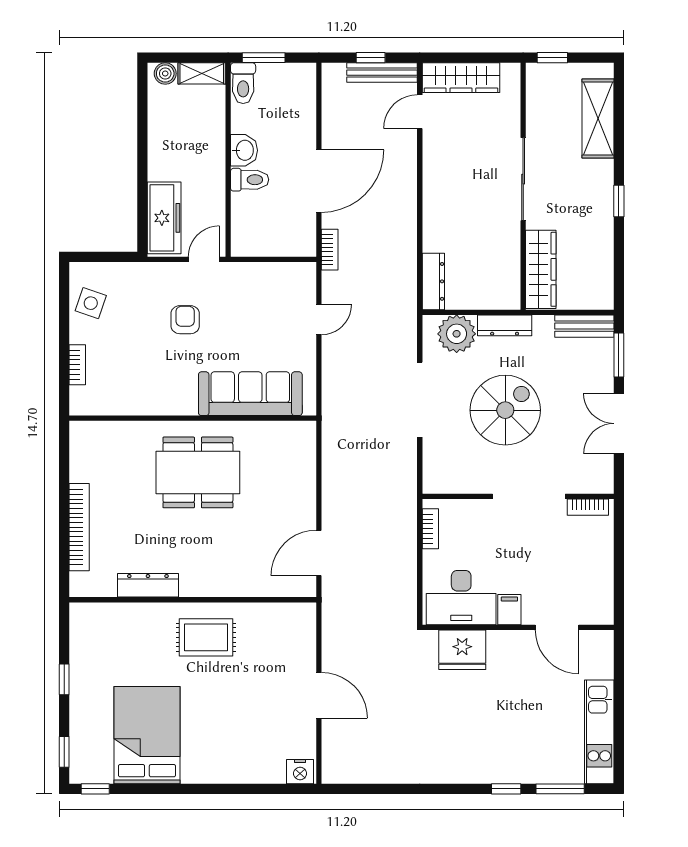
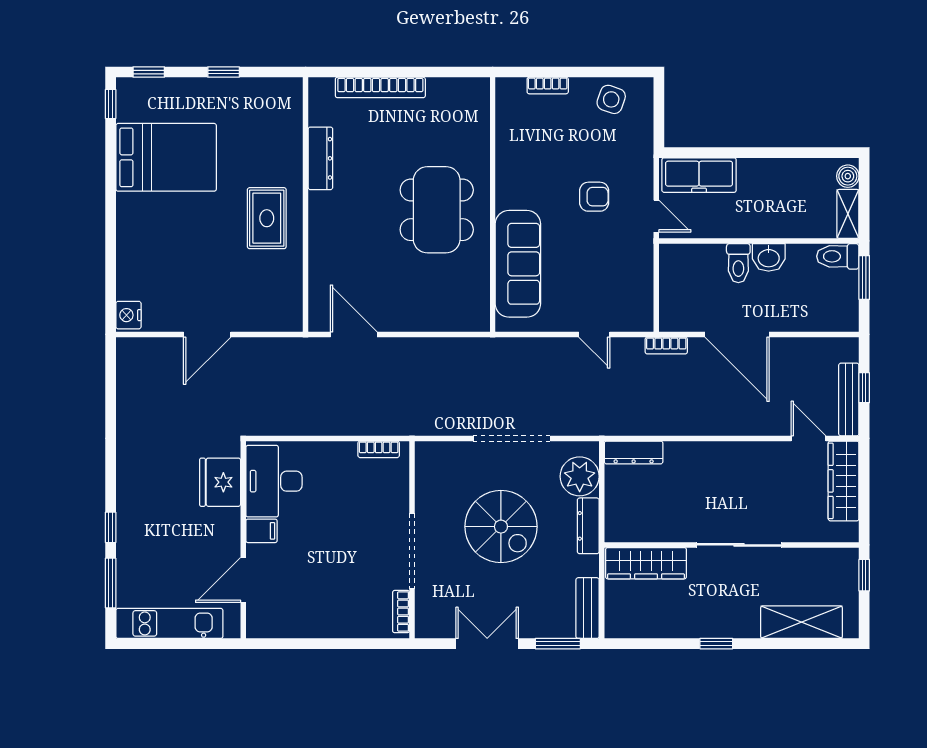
desk: (461, 598) -> (274, 481), moved
filing cabinet: (509, 610) -> (261, 531), moved
wall: (518, 627) -> (243, 540), moved
door: (557, 627) -> (243, 580), moved
fridge: (462, 650) -> (220, 482), moved

